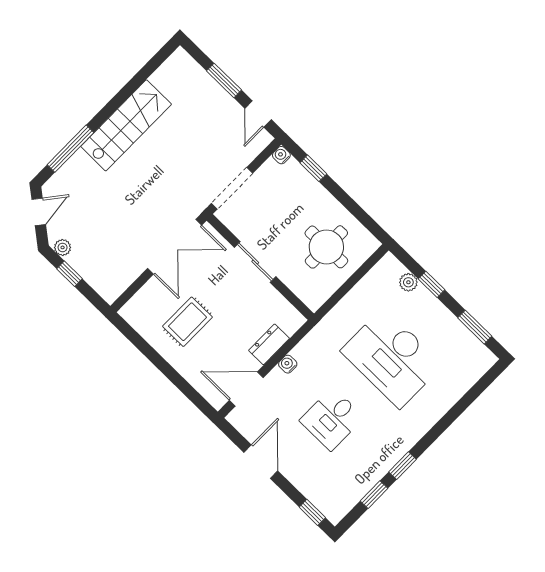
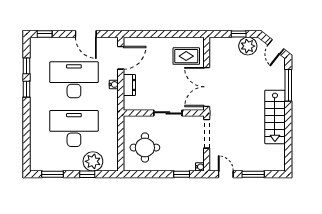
plant: (63, 247) -> (248, 46), width x1.88, depth x1.88
plant: (408, 282) -> (93, 161), width x1.87, depth x1.87
rug: (187, 322) -> (186, 56), moved, turned 90
desk: (332, 419) -> (74, 80), width x1.87, depth x1.30

